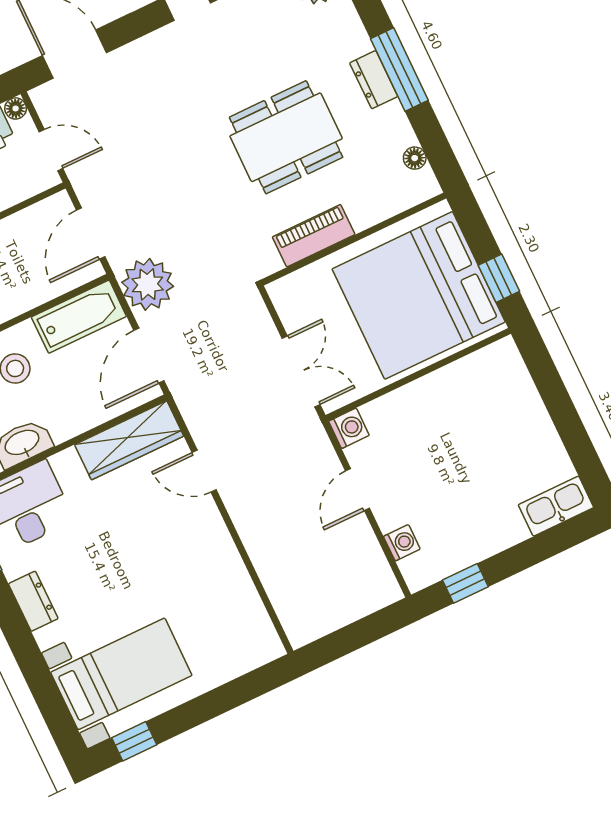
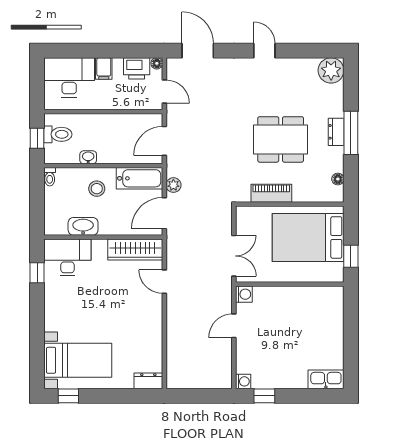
plant: (148, 284) -> (173, 185), width x0.53, depth x0.53
bed: (419, 295) -> (308, 237), width x0.73
washing machine: (402, 543) -> (243, 381), moved
dresser: (33, 601) -> (148, 381), moved, turned -90

